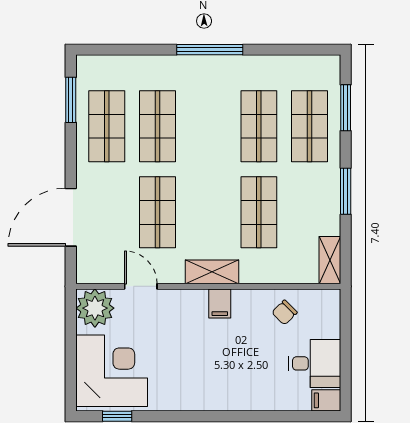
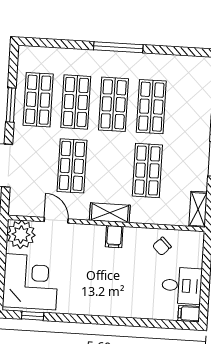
window: (71, 100) -> (11, 105), moved
shop shelf: (310, 126) -> (114, 104), moved

